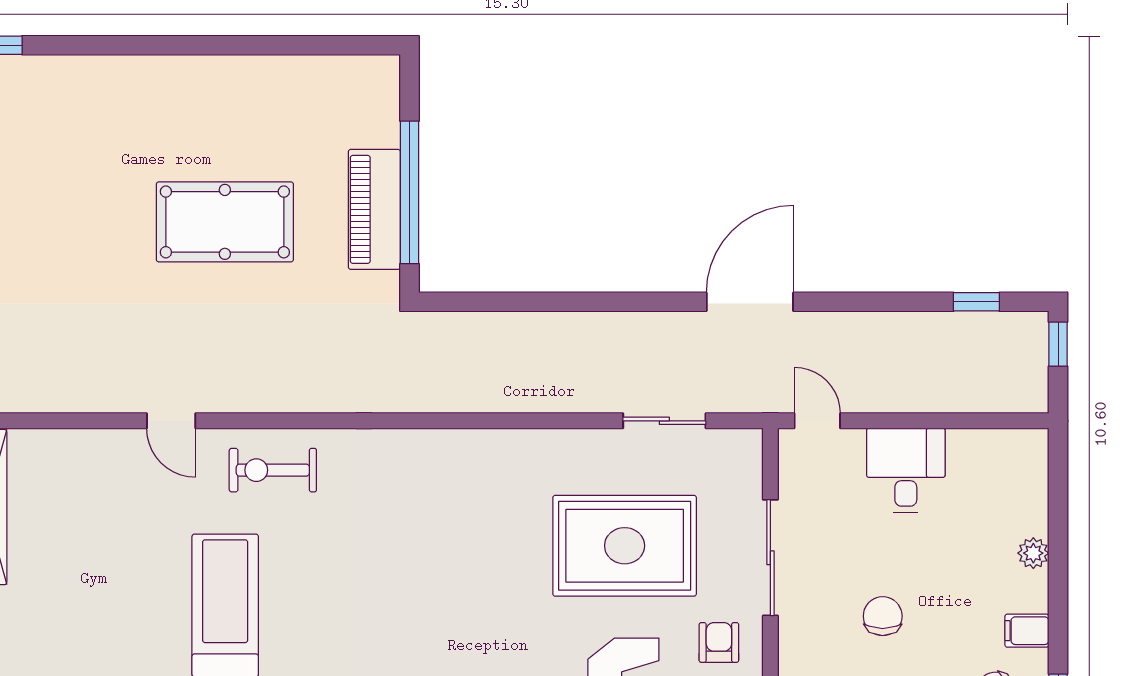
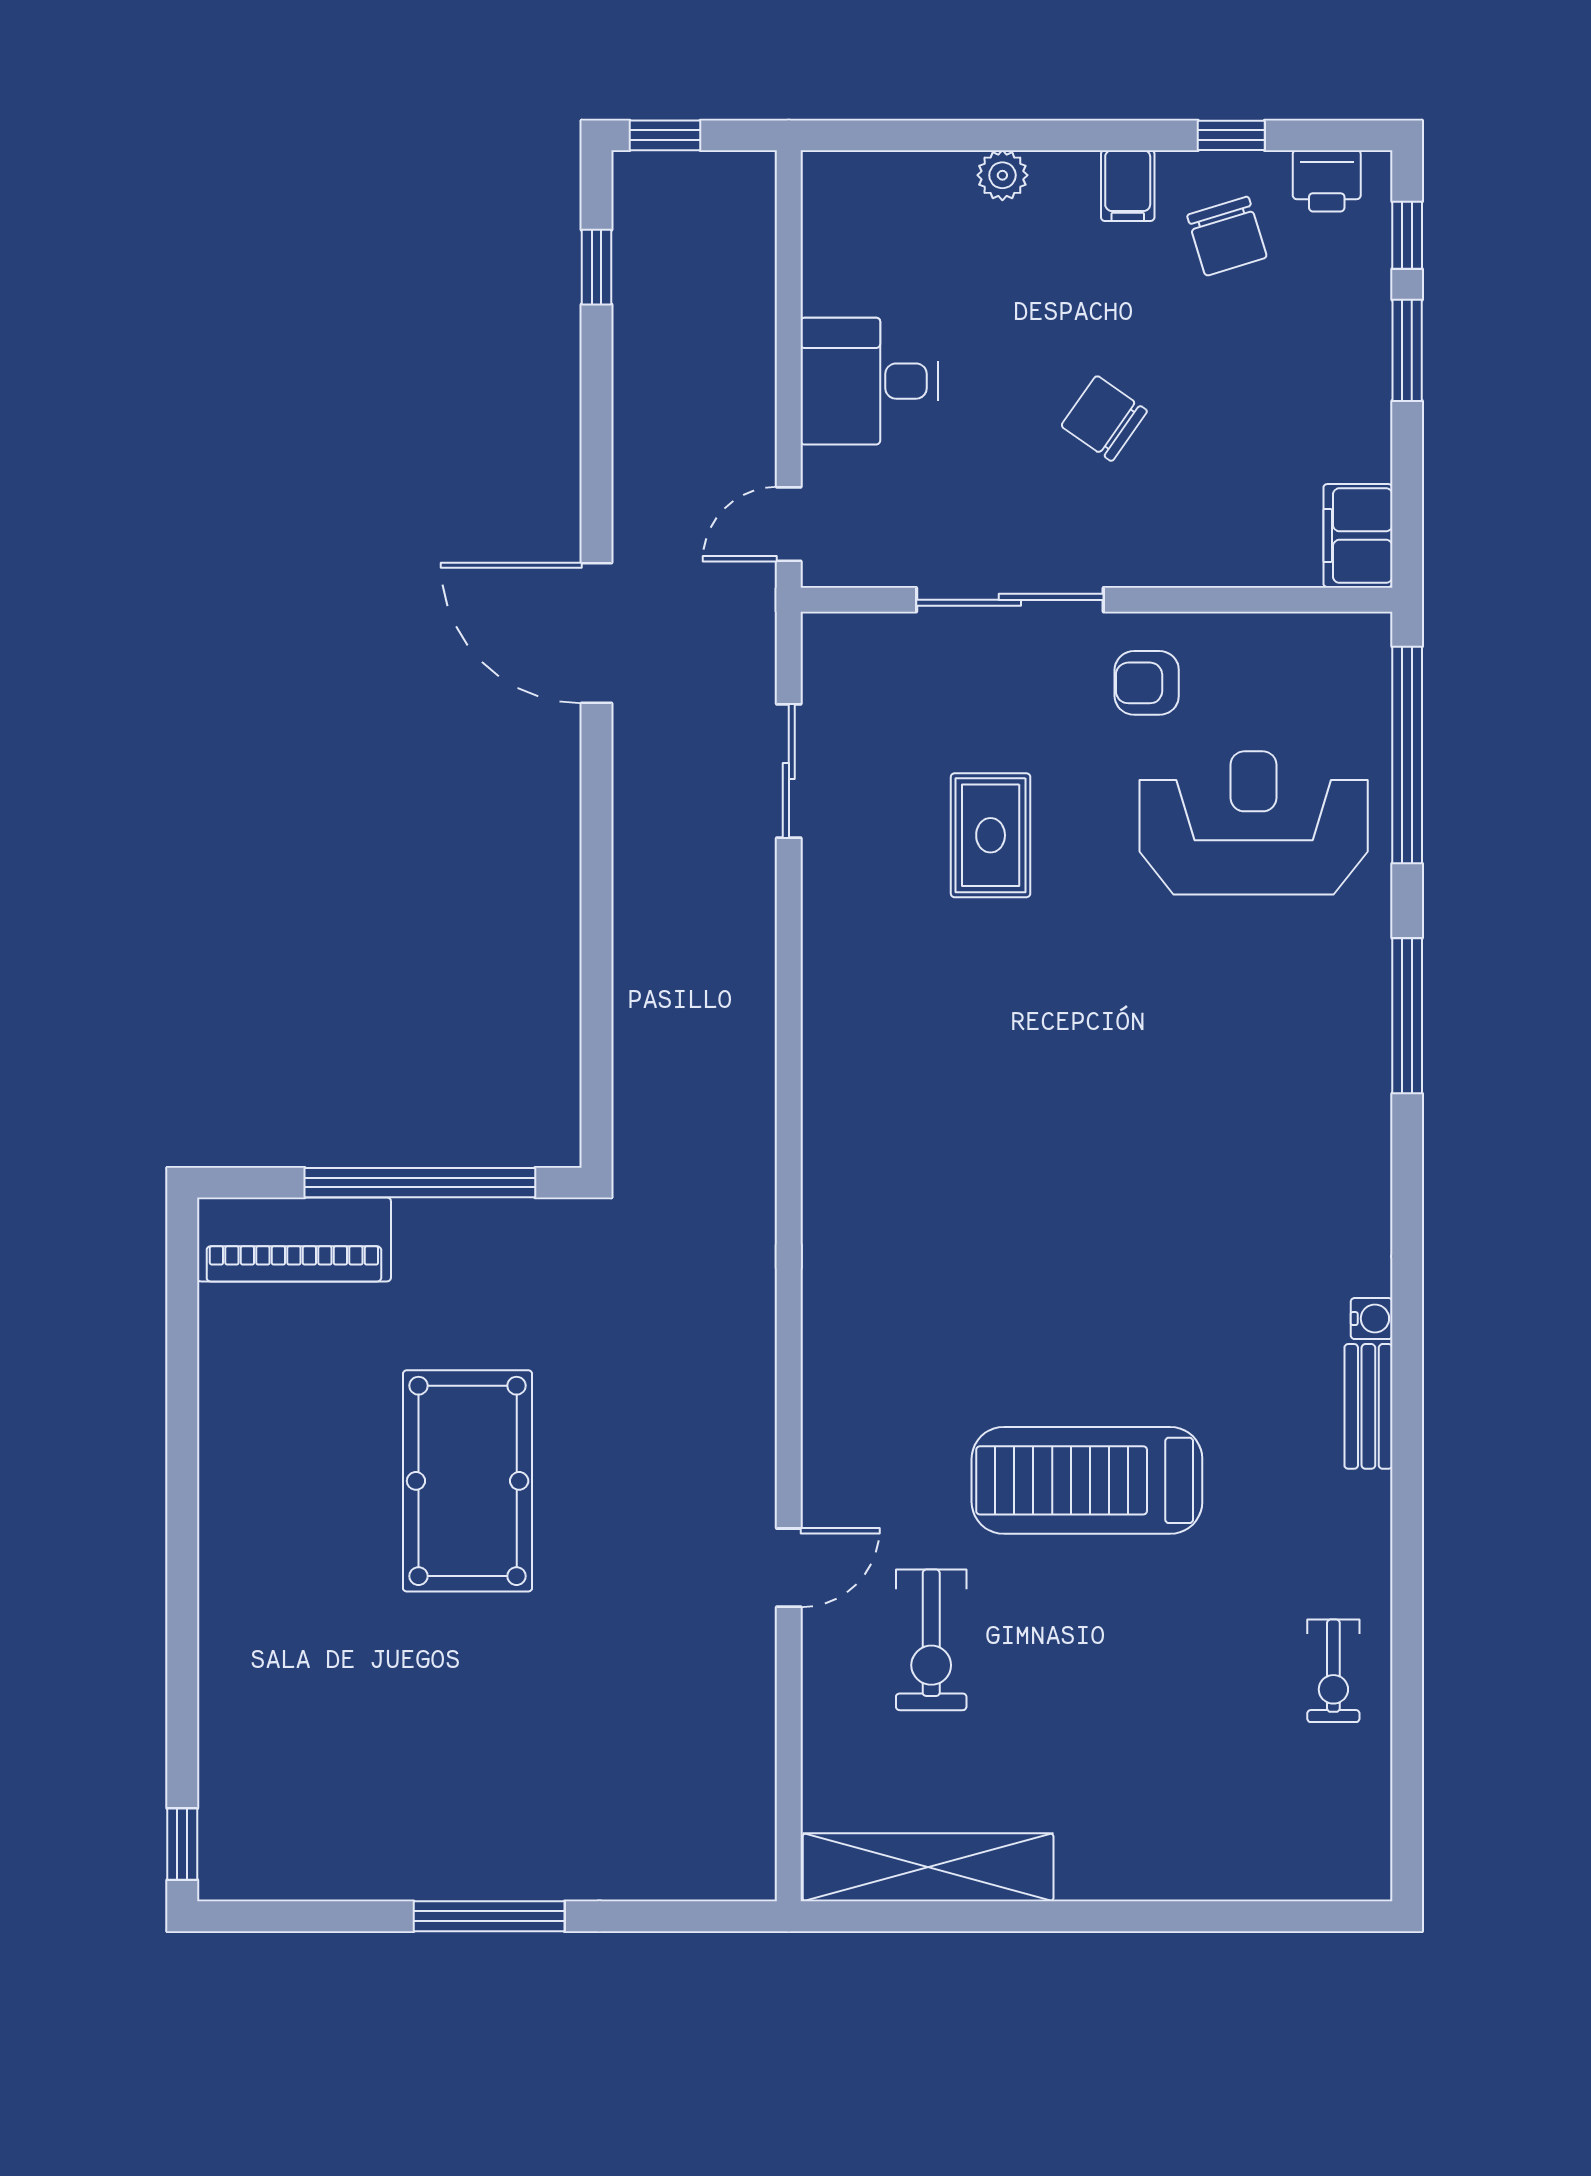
piano: (374, 209) -> (294, 1239), moved
exercise bike: (273, 470) -> (931, 1640), moved
rug: (625, 546) -> (991, 835), width x0.54, depth x0.49
chair: (883, 616) -> (1104, 418), turned 35

